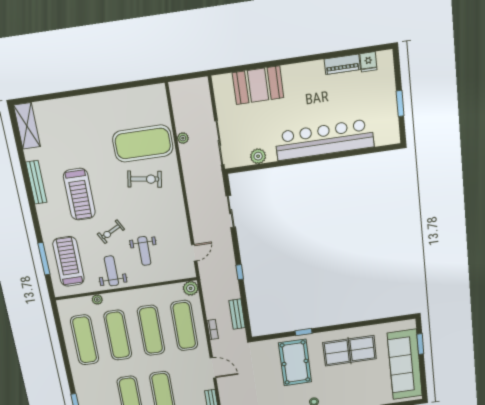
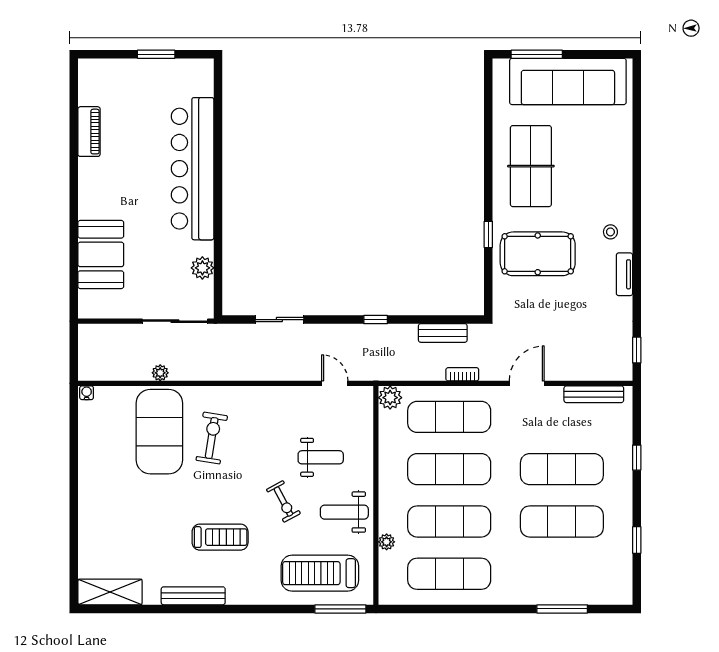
fridge: (368, 62) -> (91, 94), removed
water cooler: (161, 89) -> (87, 393), added
treadmill: (79, 194) -> (220, 537), width x0.73, depth x0.73
window: (44, 259) -> (340, 609), moved
window: (420, 344) -> (537, 54), width x1.44

